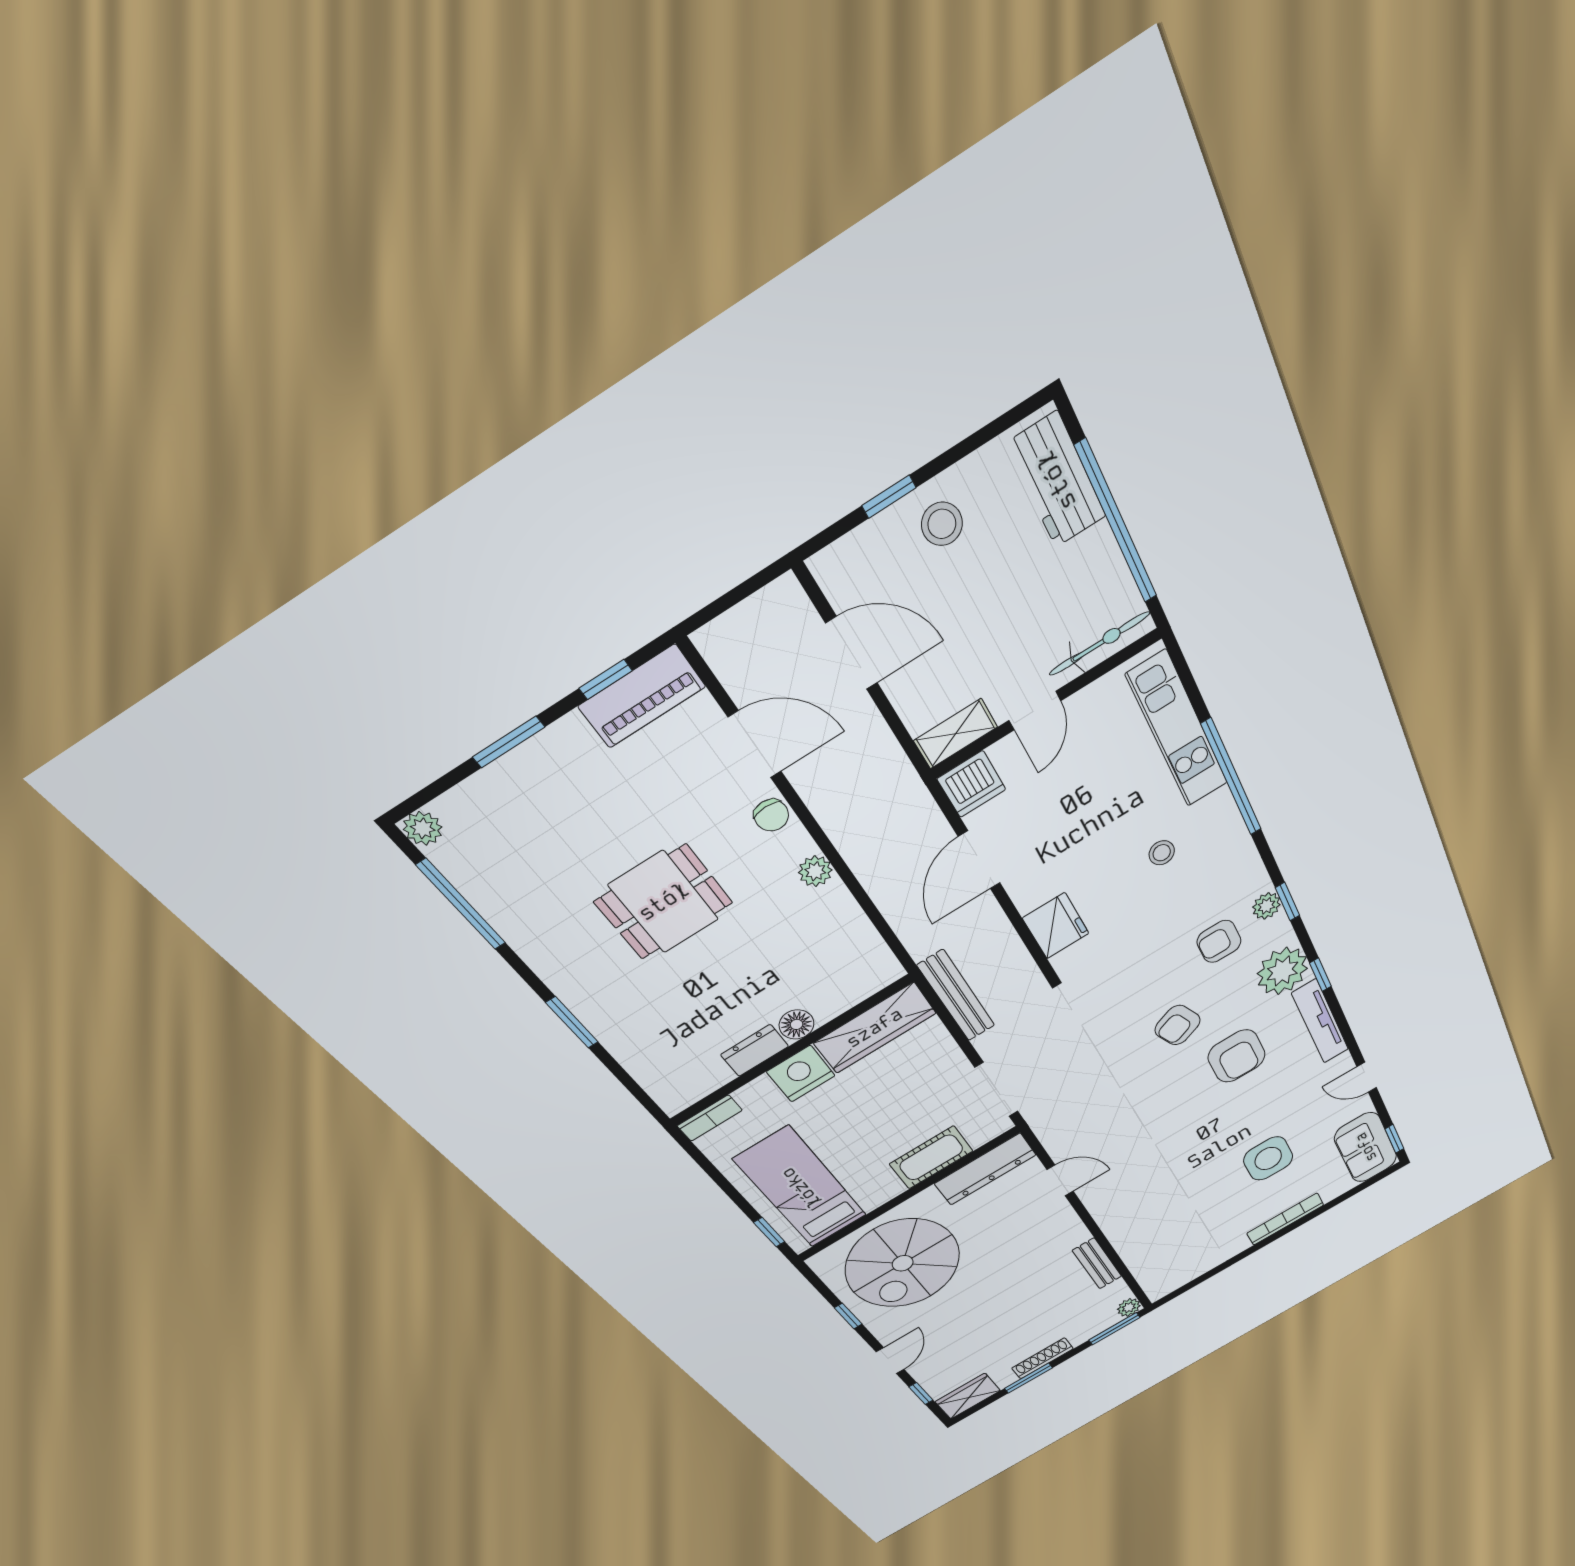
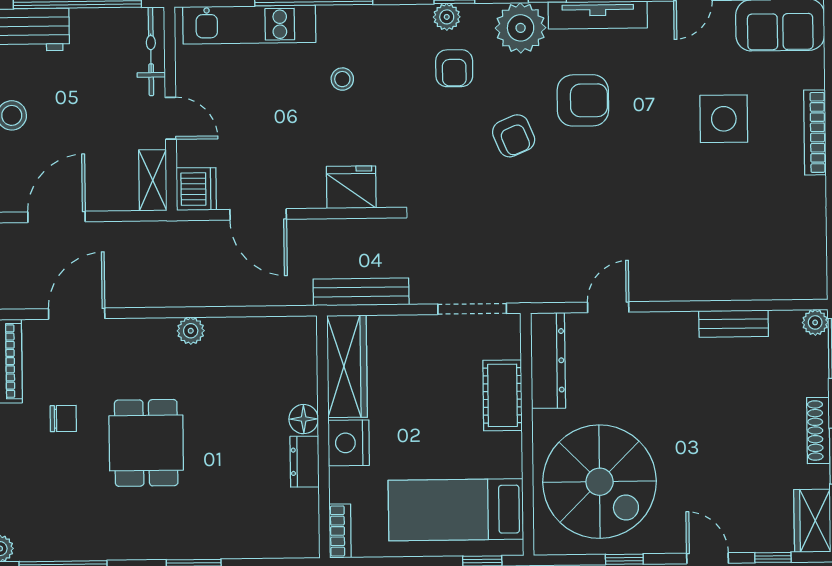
chair: (771, 815) -> (63, 419), moved

